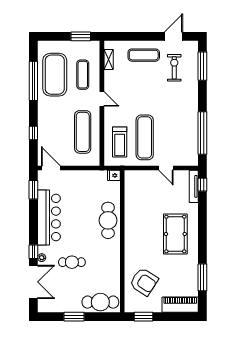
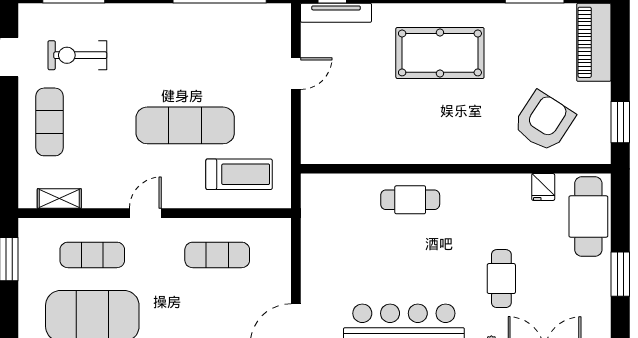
exercise mat: (83, 132) -> (217, 255), width x0.73, depth x0.69
exercise mat: (145, 137) -> (185, 125), moved
fridge: (114, 175) -> (543, 187), moved
cafe table: (108, 220) -> (410, 200), width x0.73, depth x0.74

